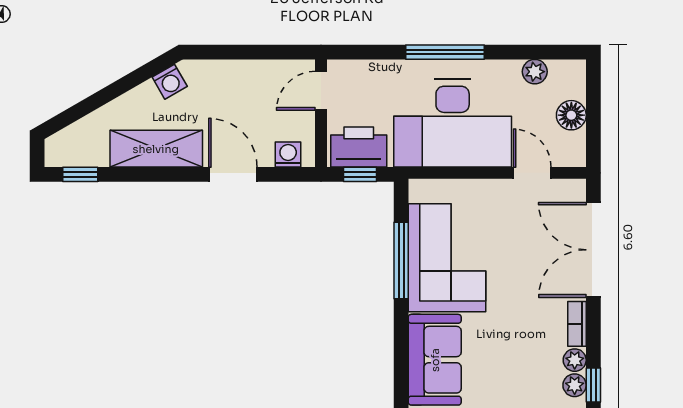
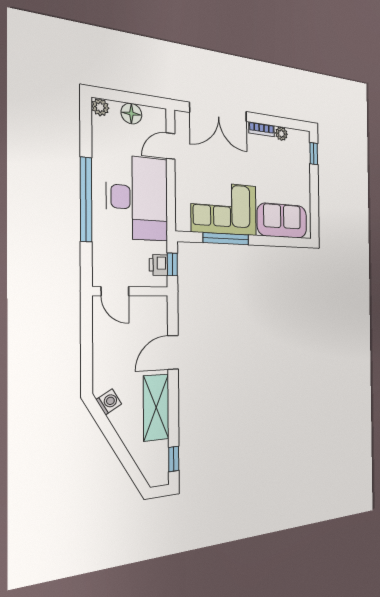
window: (445, 52) -> (86, 199), width x1.46
plant: (535, 72) -> (100, 107), moved
printer: (359, 147) -> (158, 265), width x0.53, depth x0.68
washing machine: (288, 154) -> (159, 314), removed
plant: (575, 385) -> (295, 136), removed
window: (593, 385) -> (294, 124), removed

